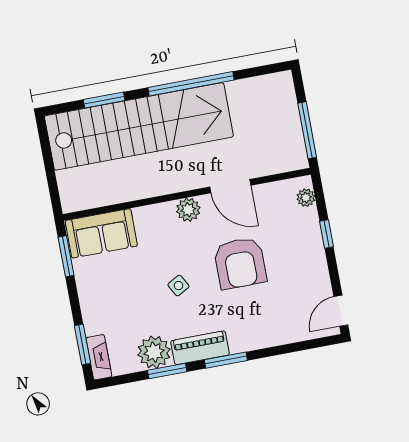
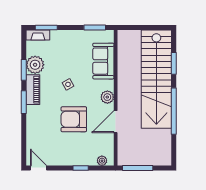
sofa: (101, 233) -> (103, 61), moved

